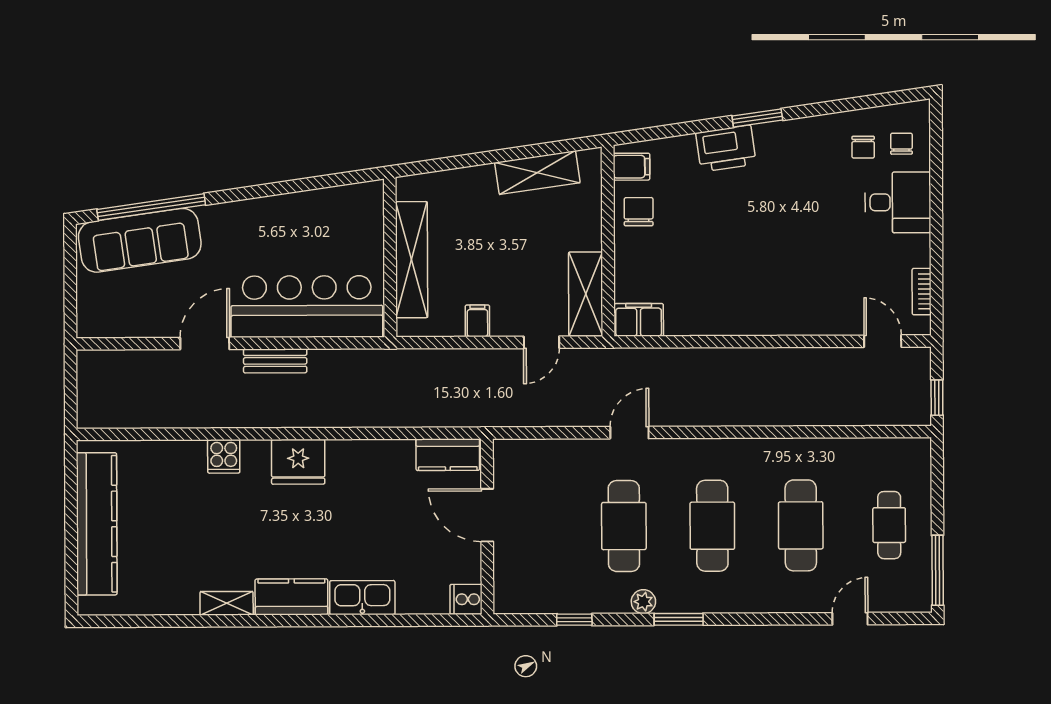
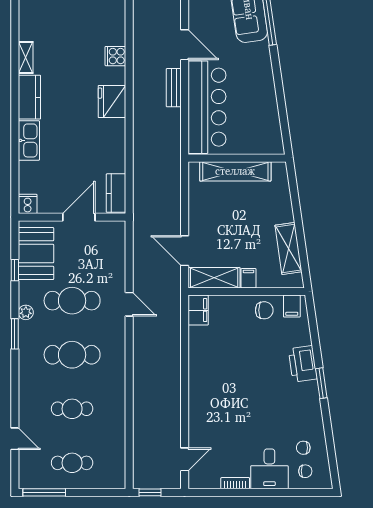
bookcase: (922, 292) -> (235, 483), moved
filing cabinet: (477, 321) -> (249, 278), moved, turned -90
door: (541, 342) -> (185, 251), width x1.38
cafe table: (801, 525) -> (72, 409), width x0.73, depth x0.74
booth: (547, 585) -> (36, 254), added

